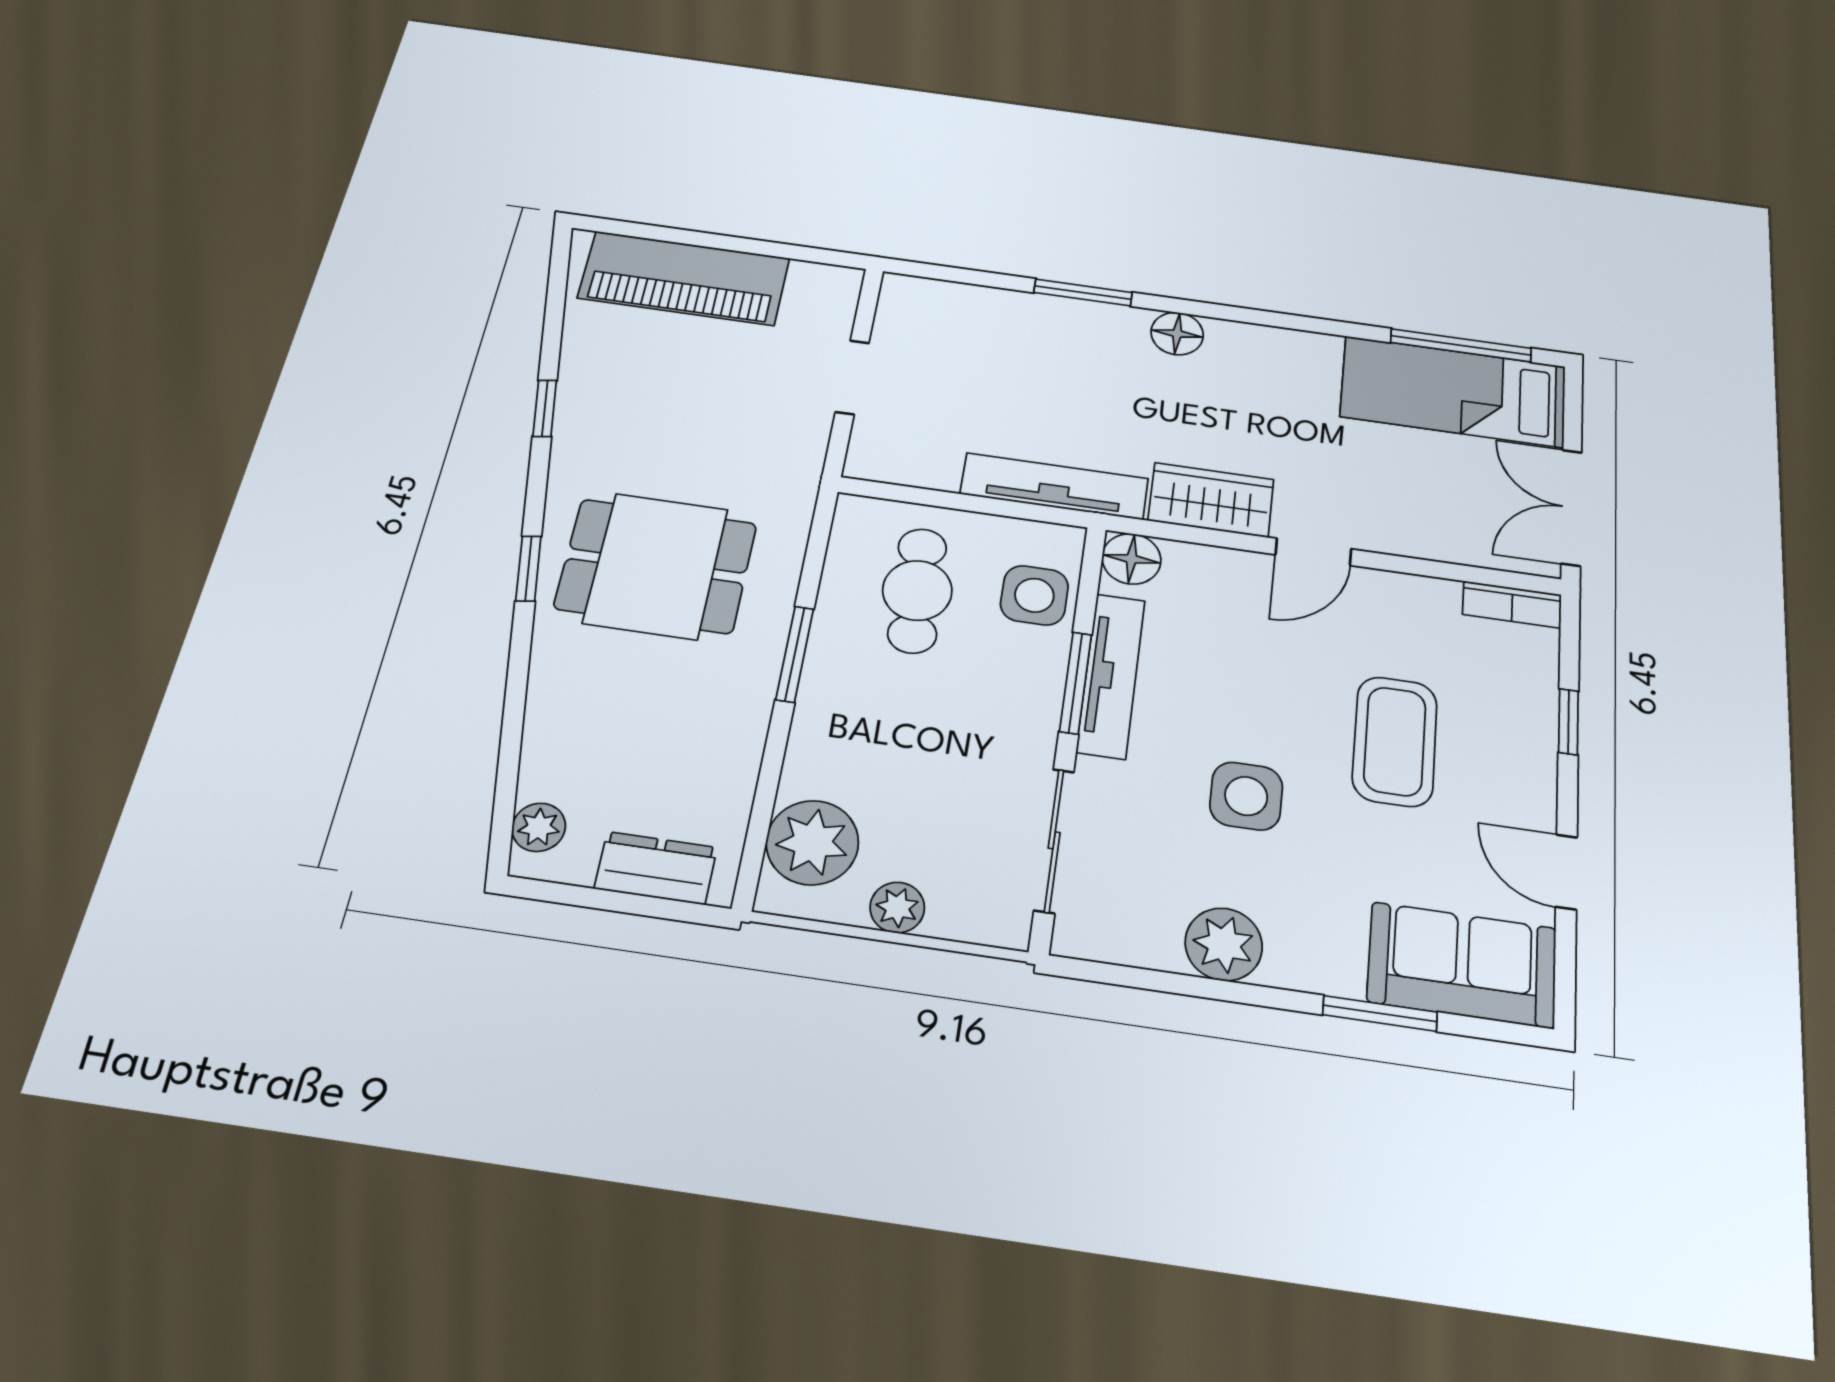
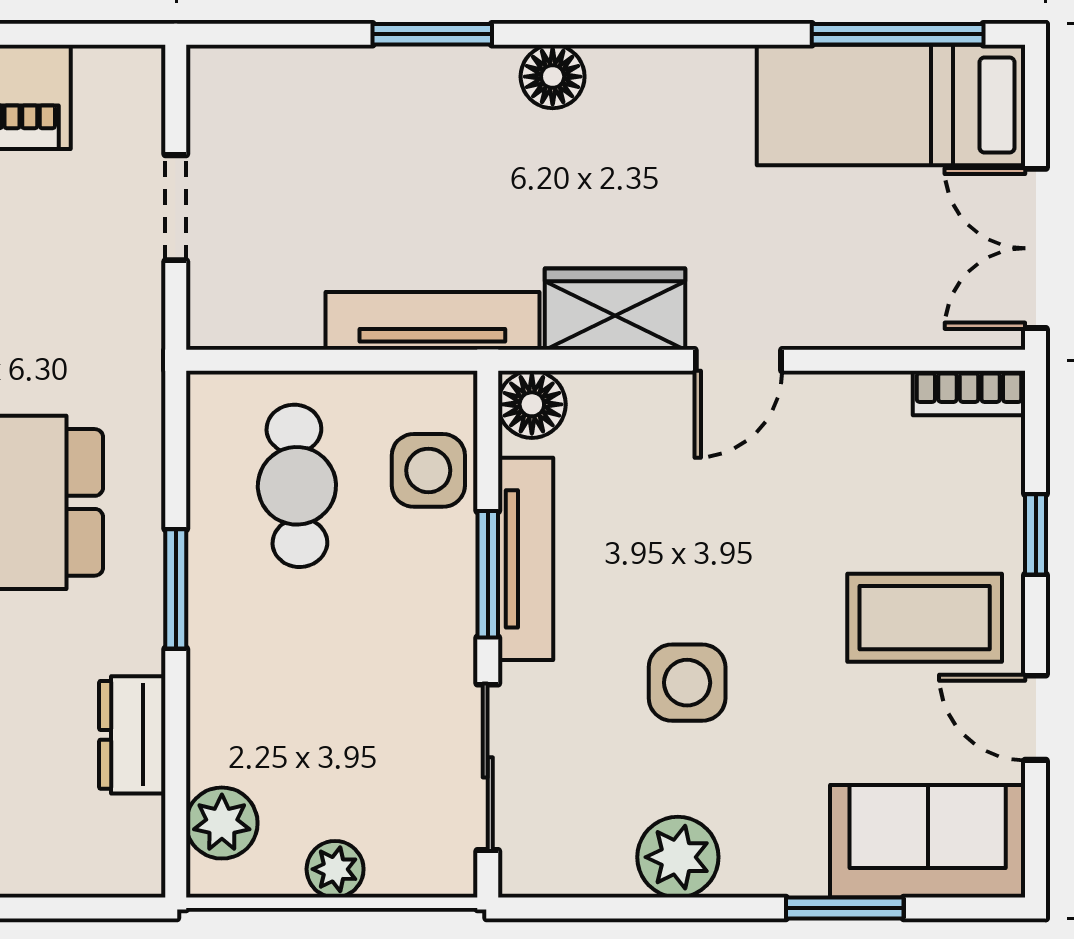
coffee table: (1395, 741) -> (925, 618), moved, turned 90
plant: (812, 842) -> (222, 823), width x0.73, depth x0.73
dresser: (656, 868) -> (132, 735), moved, turned -90

